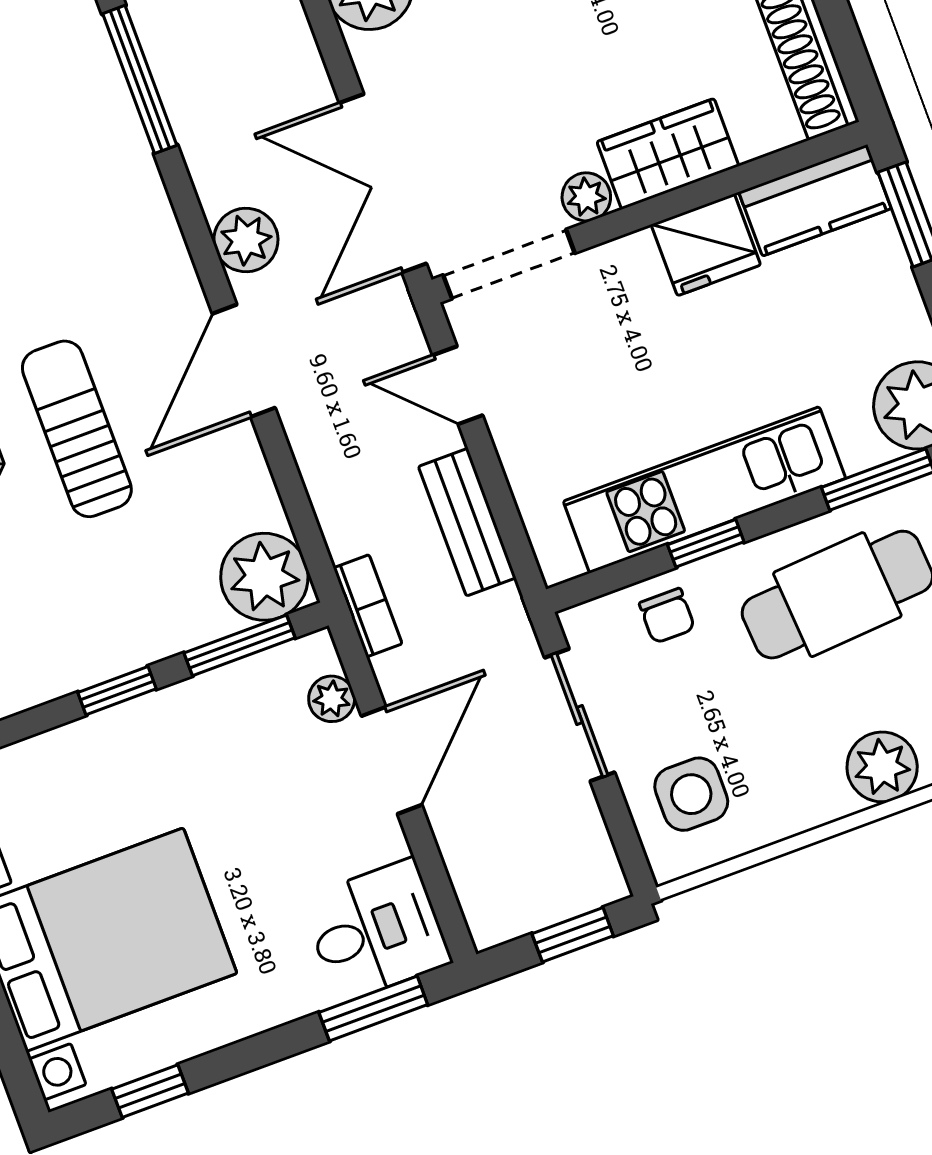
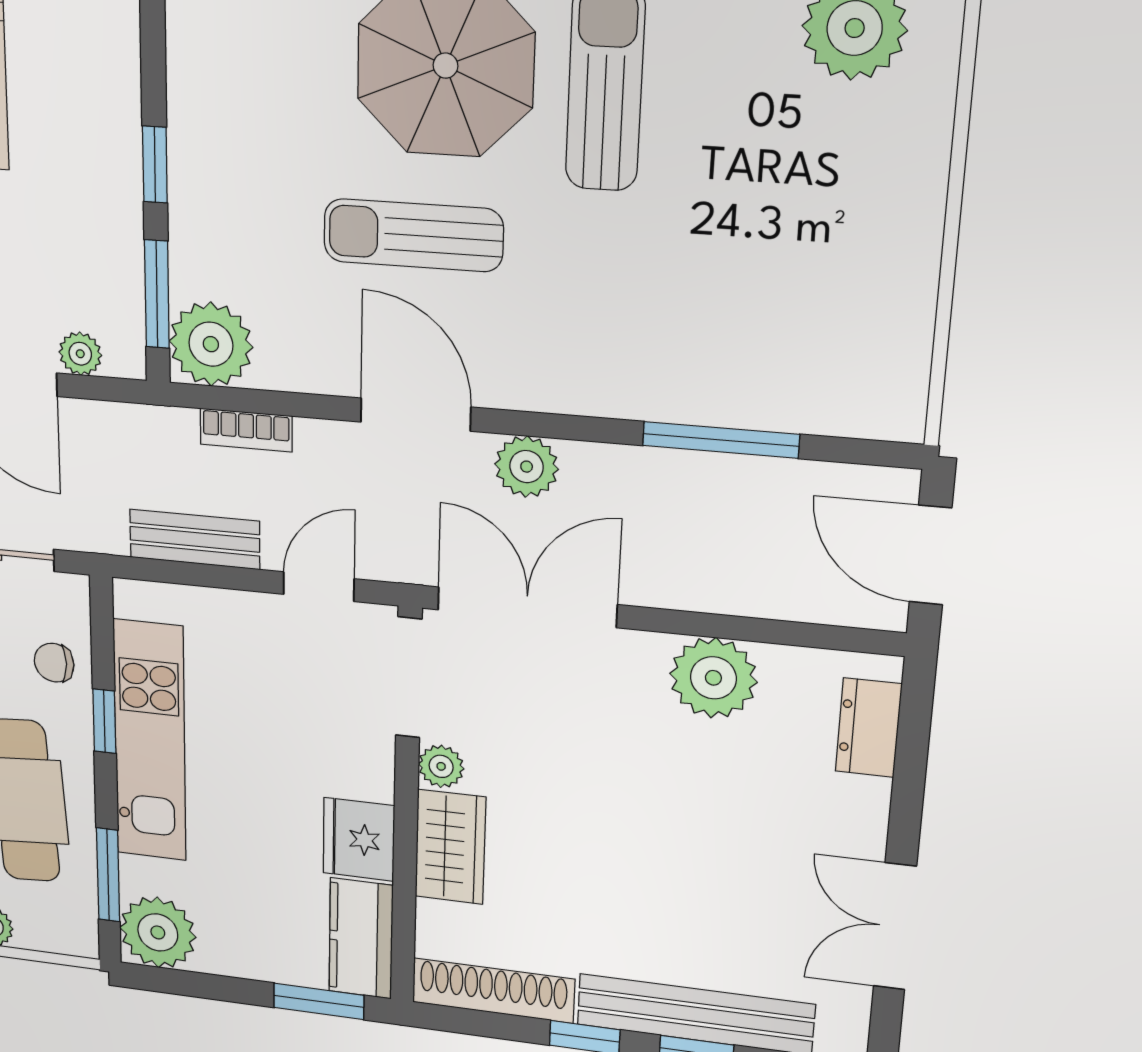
sun lounger: (77, 429) -> (413, 235), turned 180
bookcase: (368, 606) -> (246, 430), moved

